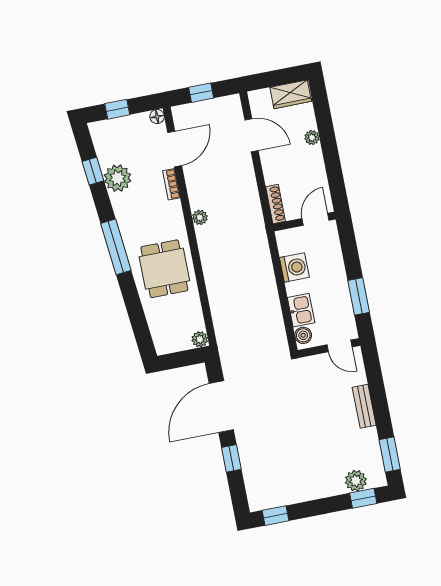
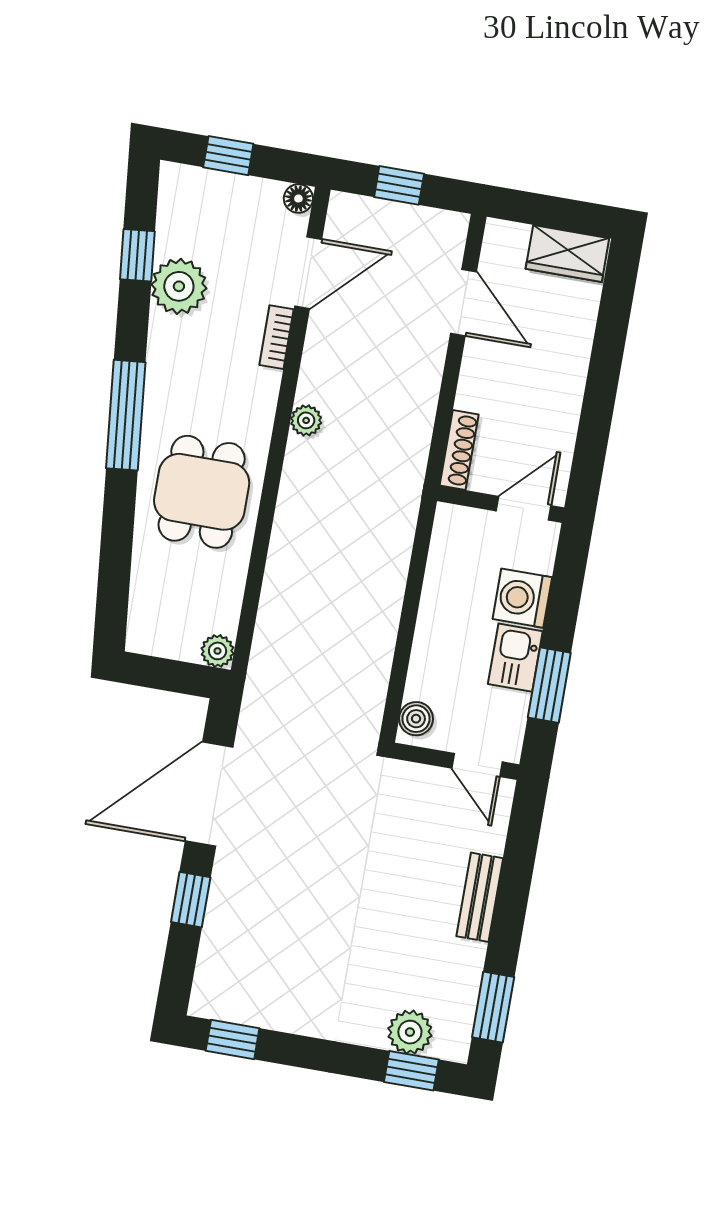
plant: (312, 138) -> (576, 351), removed
washing machine: (294, 267) -> (522, 598), moved, turned 180
kitchen sink: (301, 310) -> (515, 658), moved, turned 180

